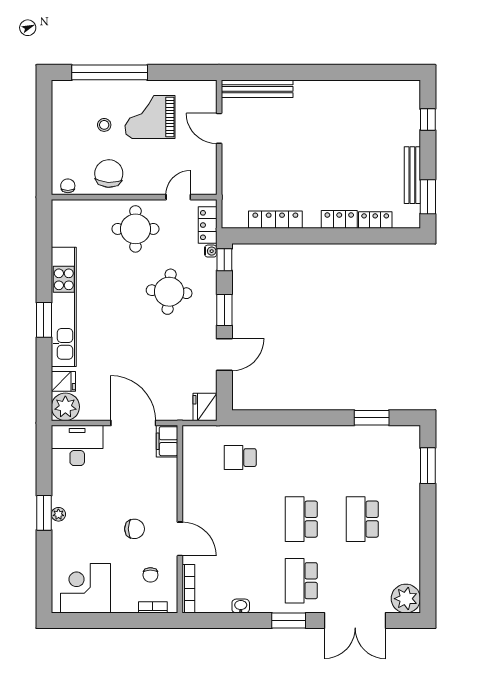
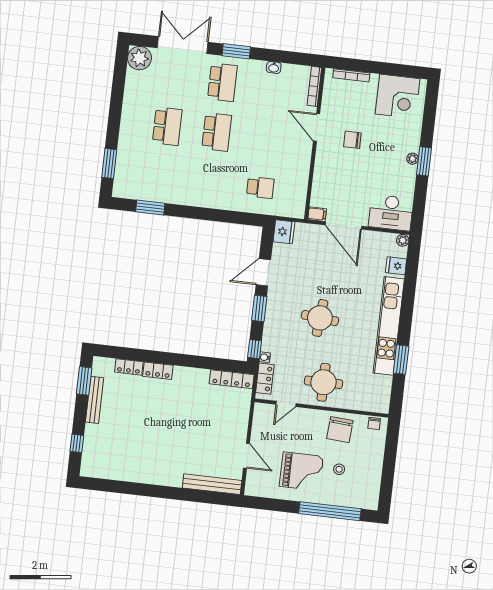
locker: (275, 220) -> (232, 379), moved
round table: (169, 292) -> (320, 318), moved
window: (44, 320) -> (401, 360), moved
plant: (65, 407) -> (403, 240), width x0.53, depth x0.53
filing cabinet: (167, 441) -> (317, 214), width x0.50
chair: (150, 575) -> (344, 101), removed
bookcase: (153, 607) -> (351, 75), width x1.56

